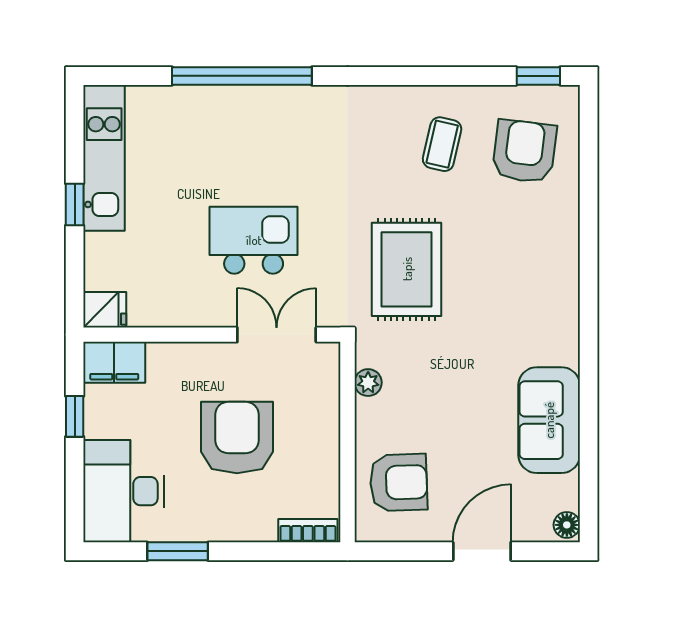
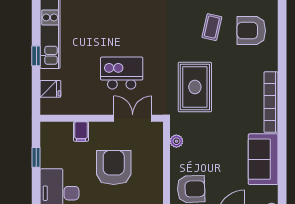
armchair: (524, 151) -> (251, 31), turned -97
bookcase: (565, 301) -> (271, 102), added
fridge: (105, 310) -> (50, 89), moved
filing cabinet: (114, 362) -> (81, 131), moved, width x0.50

